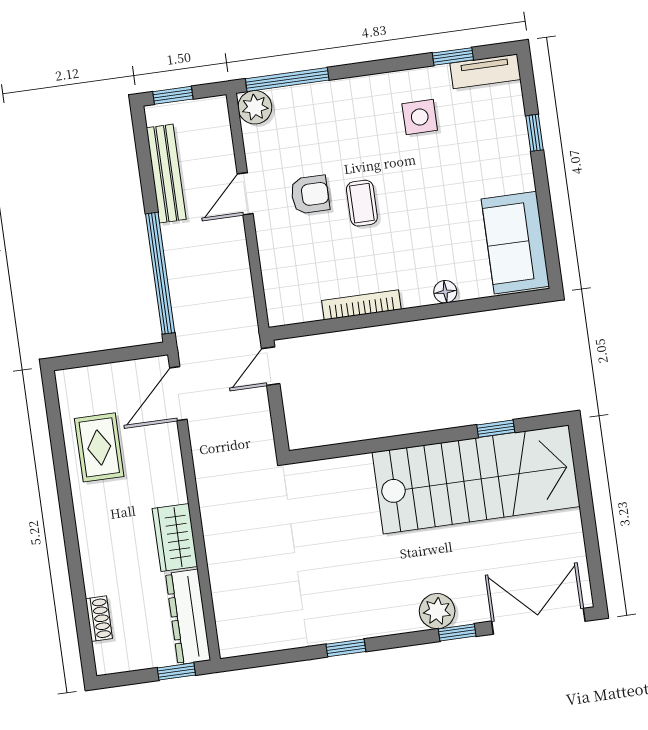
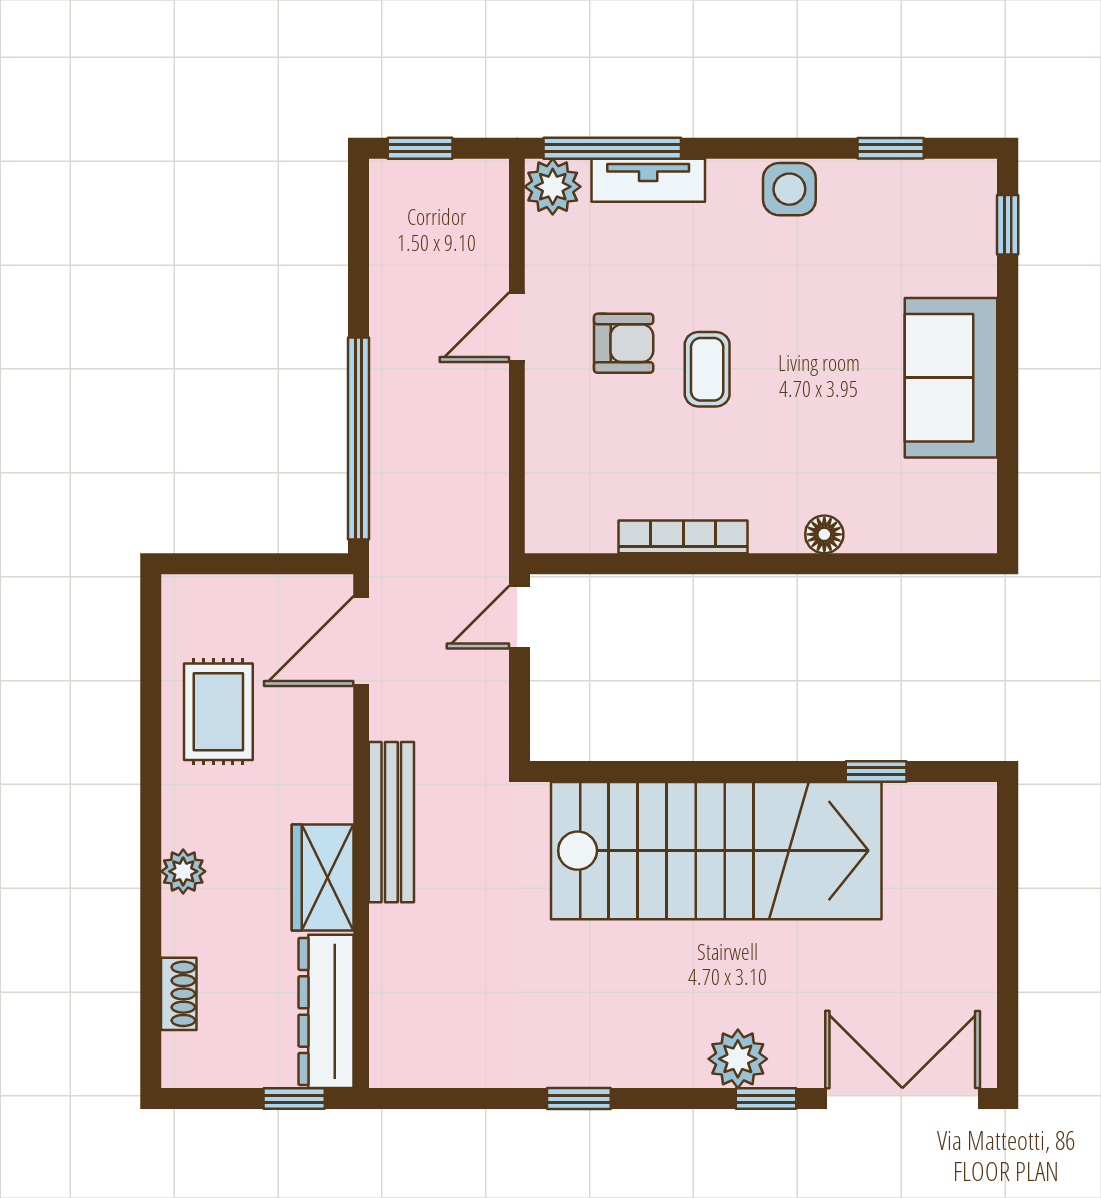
tv unit: (485, 71) -> (648, 180), moved
side table: (420, 117) -> (789, 189), moved
window: (534, 133) -> (1008, 225), moved
bench: (166, 174) -> (391, 822), moved
sofa: (515, 243) -> (951, 378), moved
stairs: (476, 479) -> (716, 851), moved
plant: (92, 545) -> (183, 871), added

